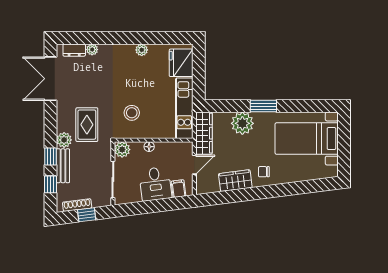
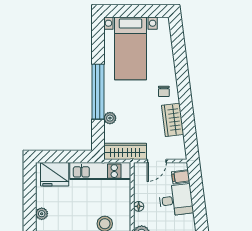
window: (263, 106) -> (98, 92), width x2.11
plant: (242, 123) -> (110, 118), width x0.53, depth x0.53
door: (194, 165) -> (157, 161), swing flipped

